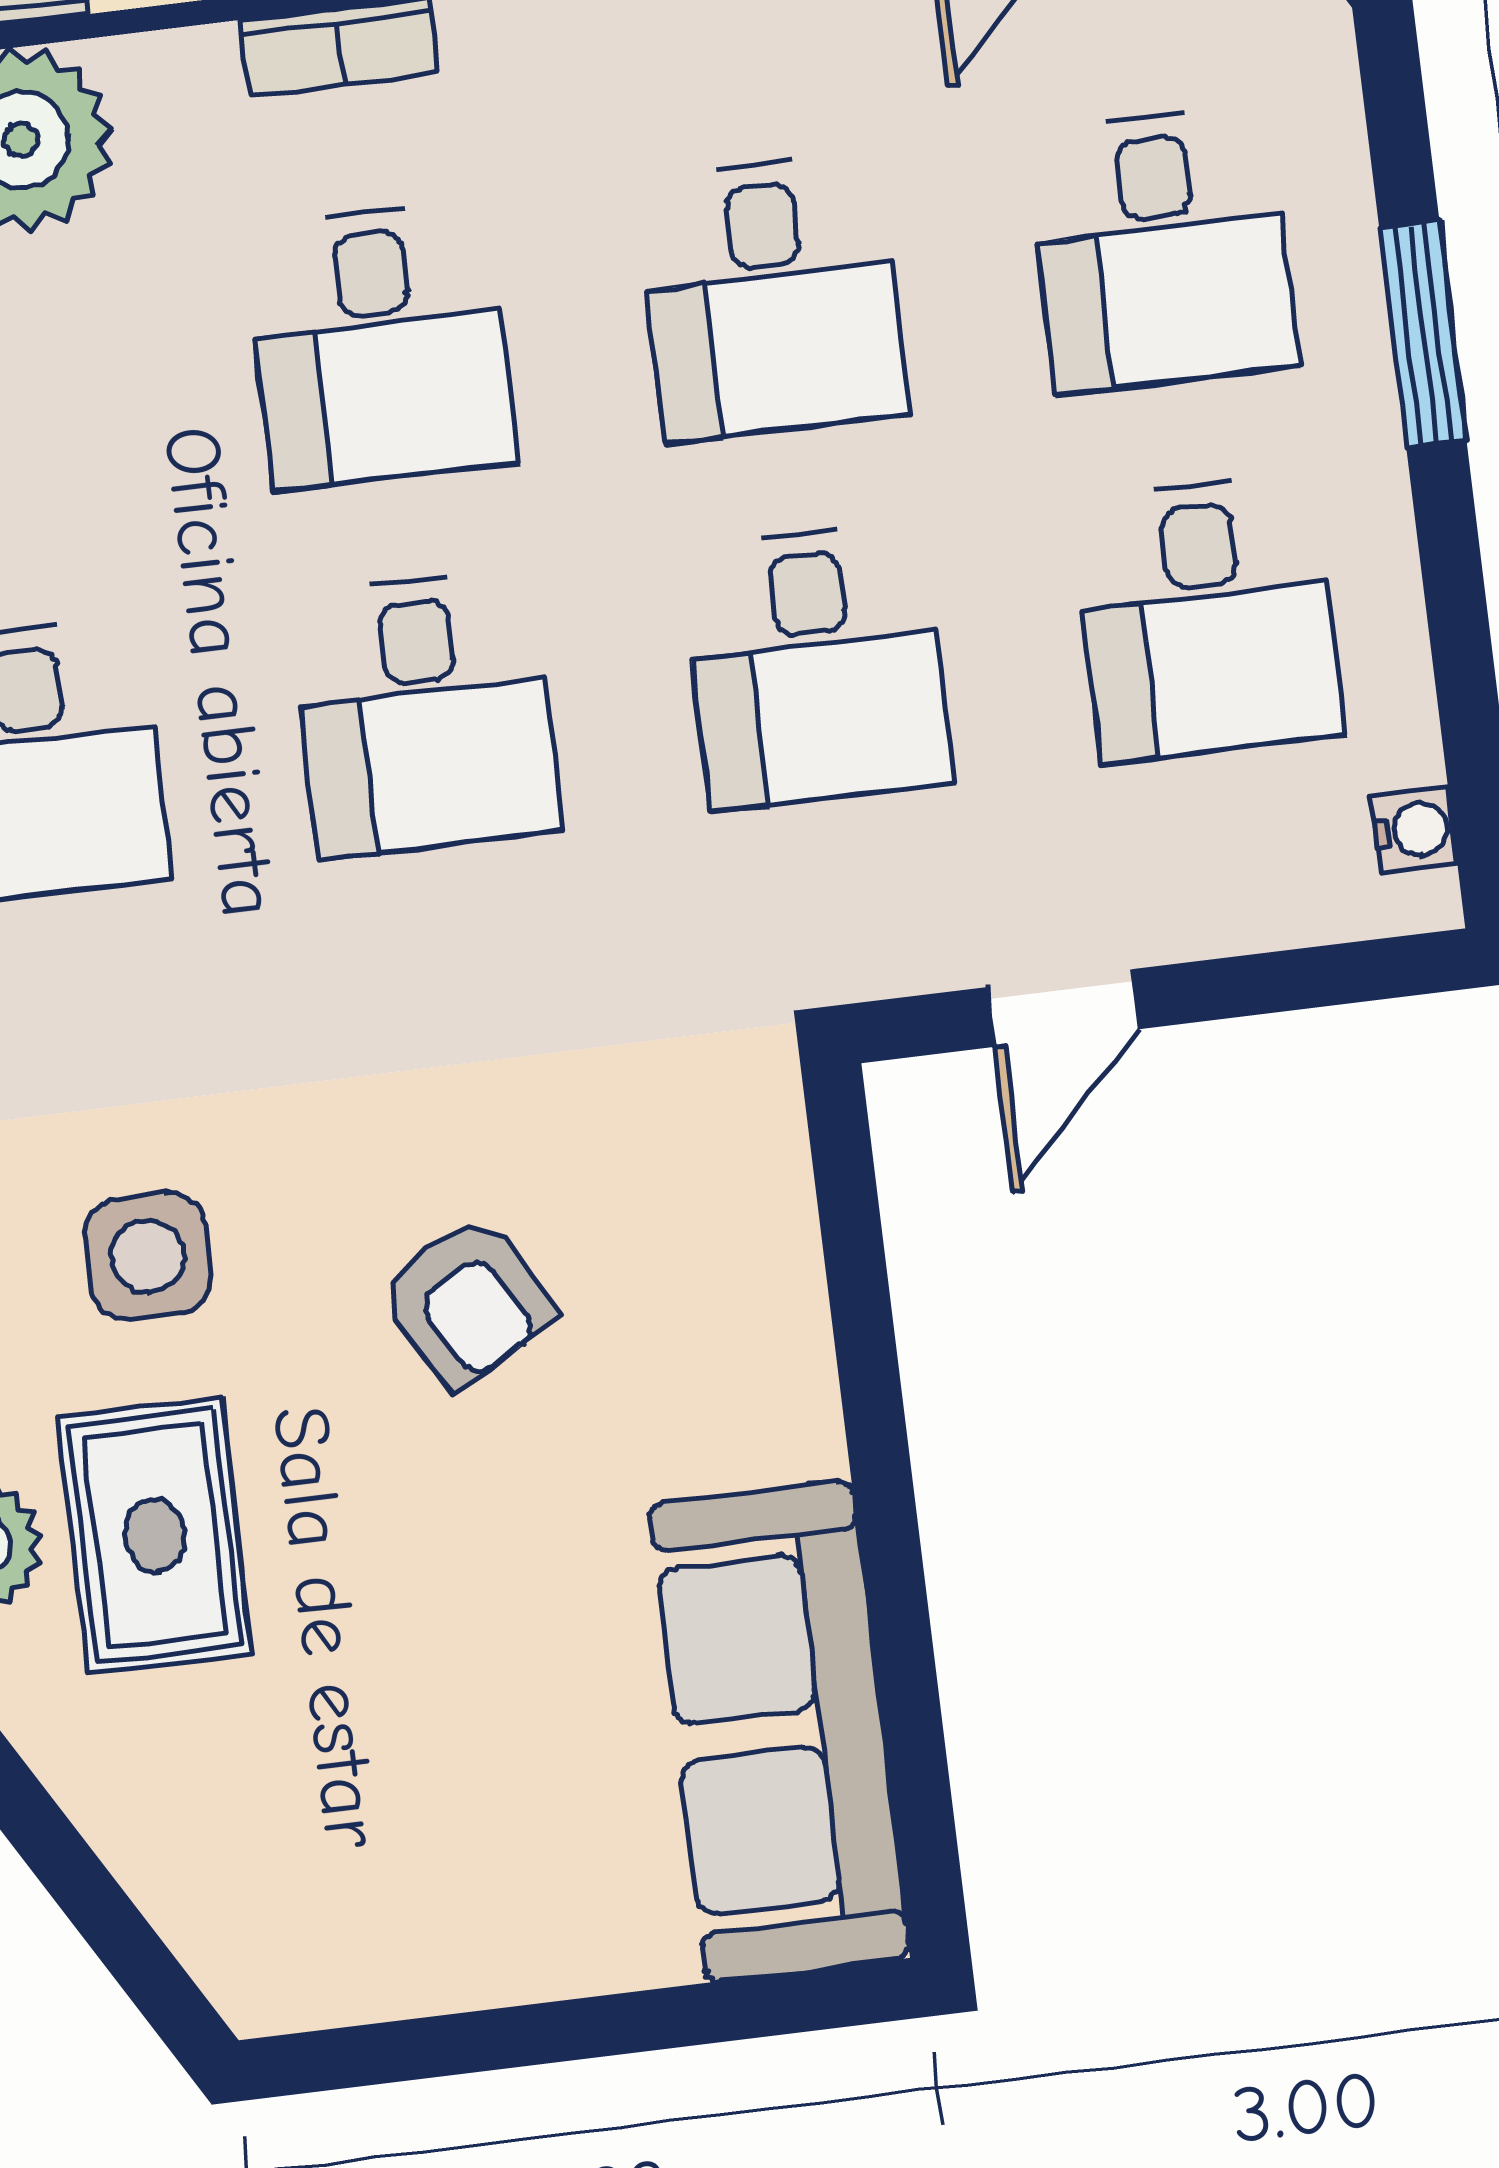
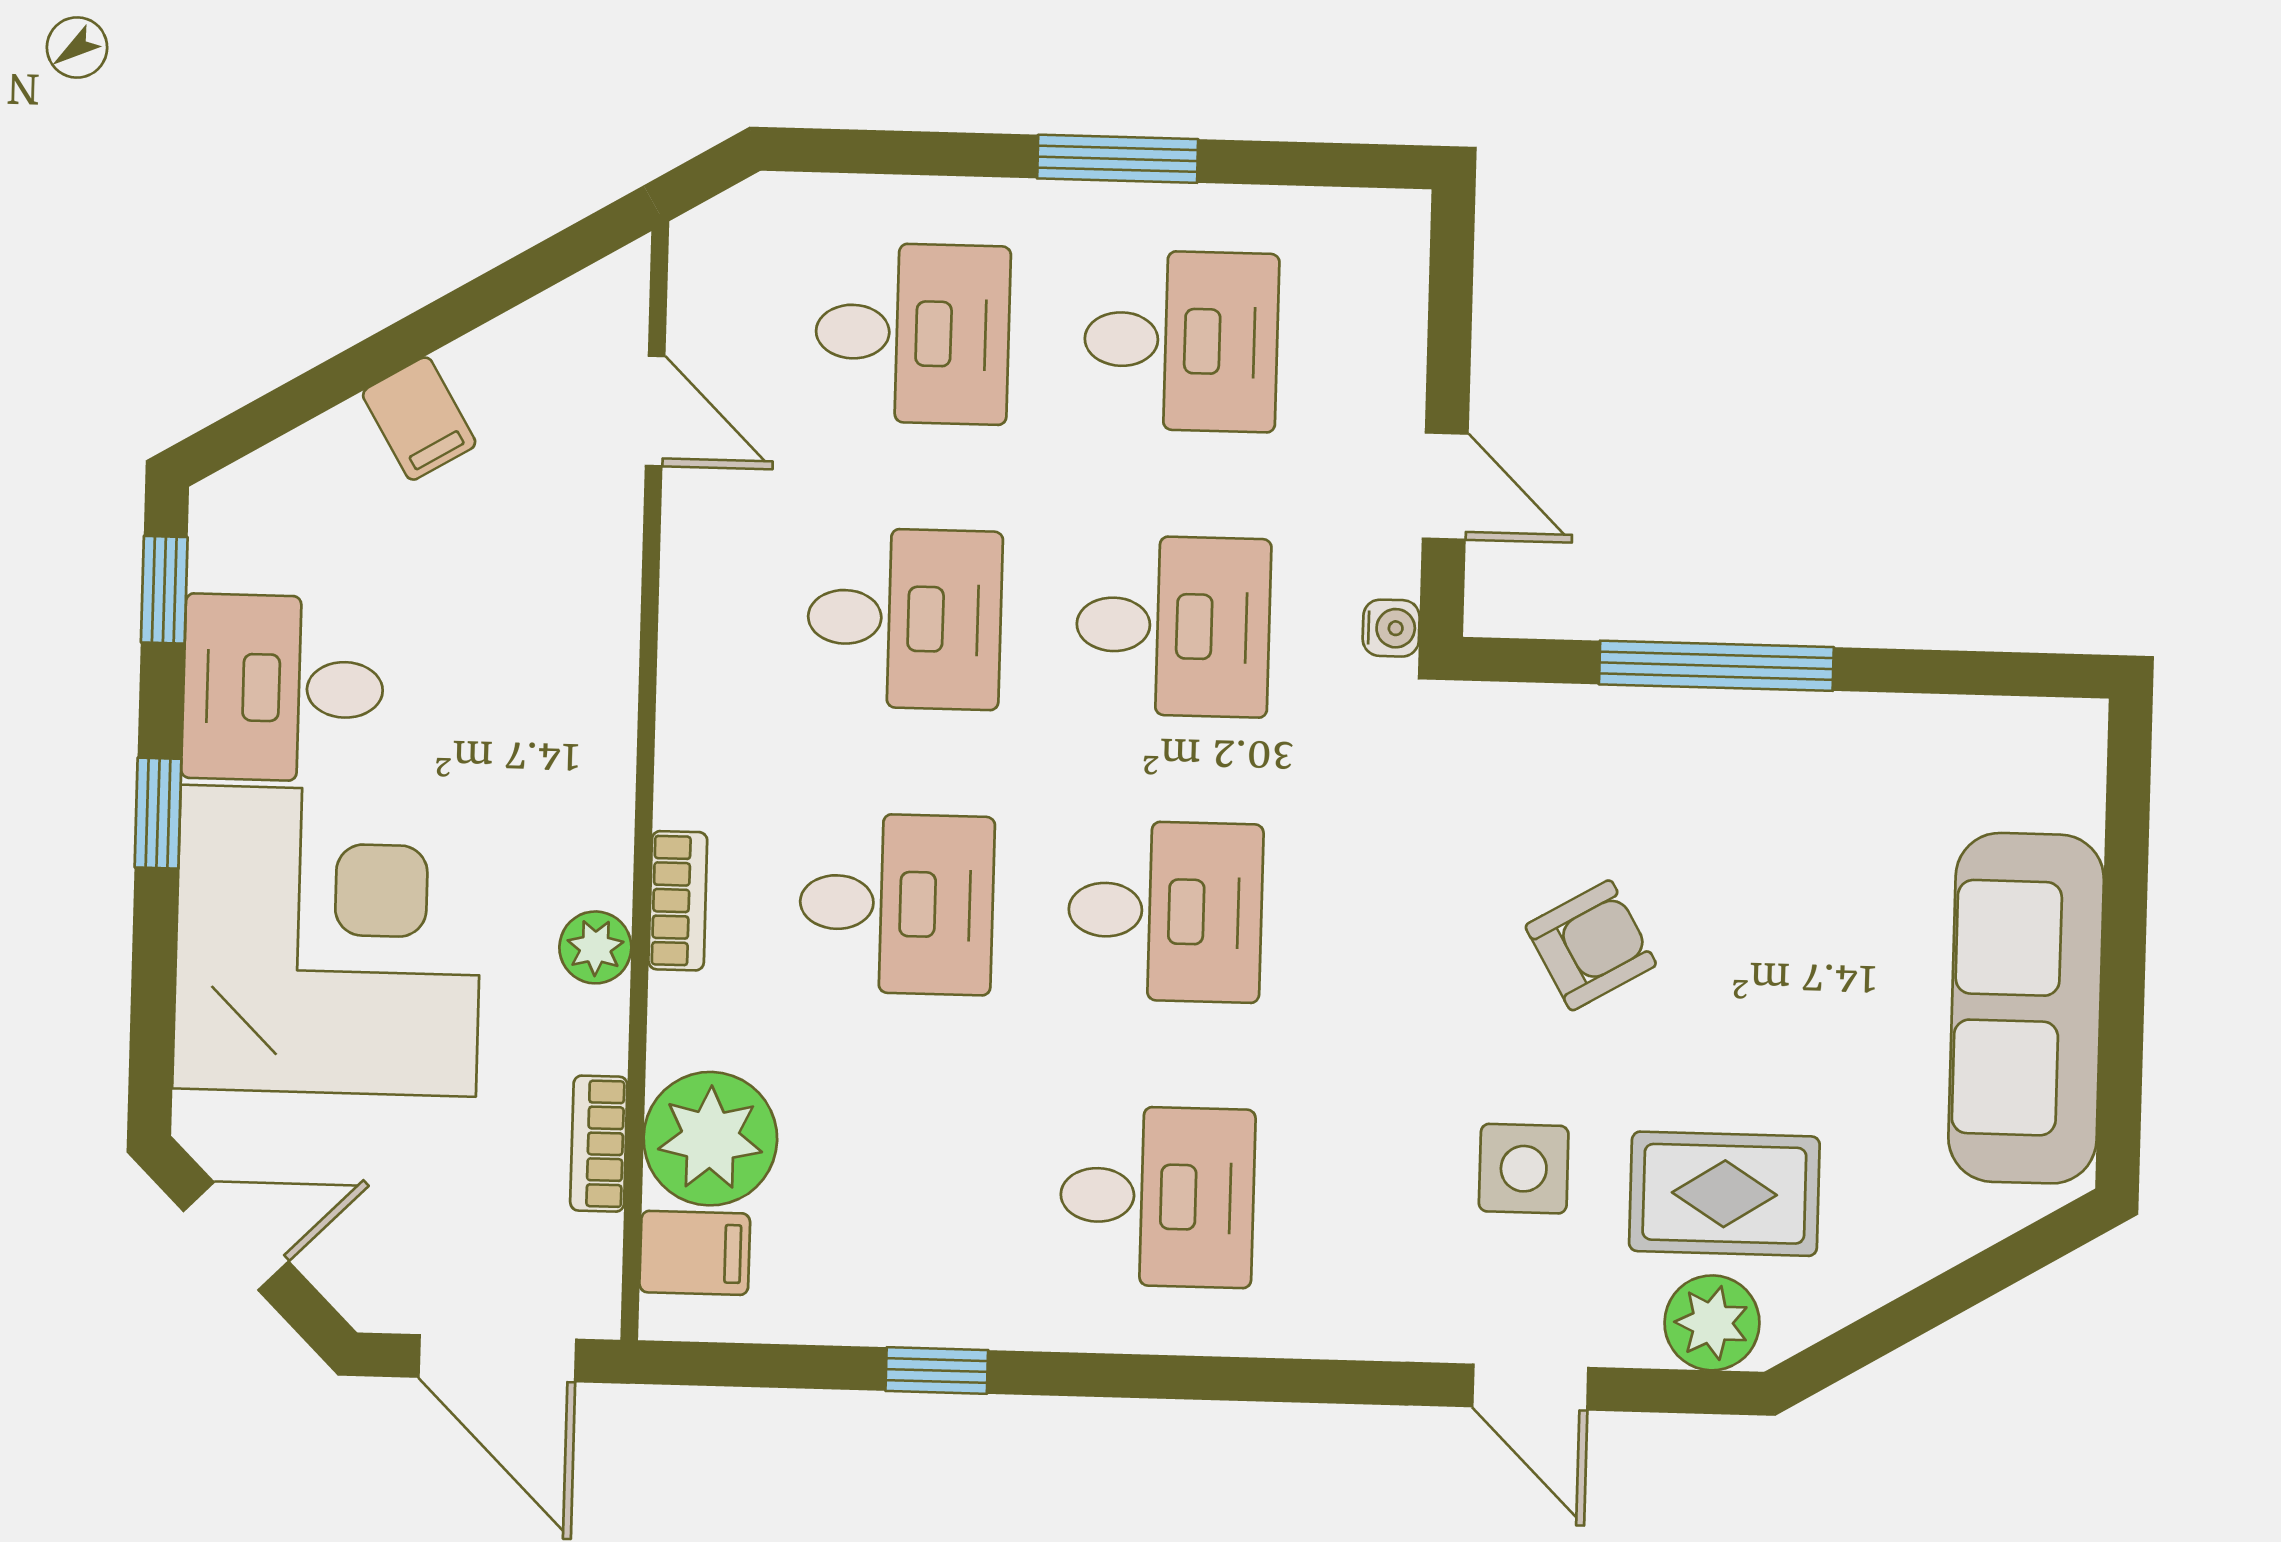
window: (1423, 334) -> (1118, 159), moved
water cooler: (1414, 830) -> (1391, 628), moved, turned 90
window: (874, 1415) -> (1716, 666), added
sofa: (779, 1731) -> (2026, 1008), moved, turned 90

